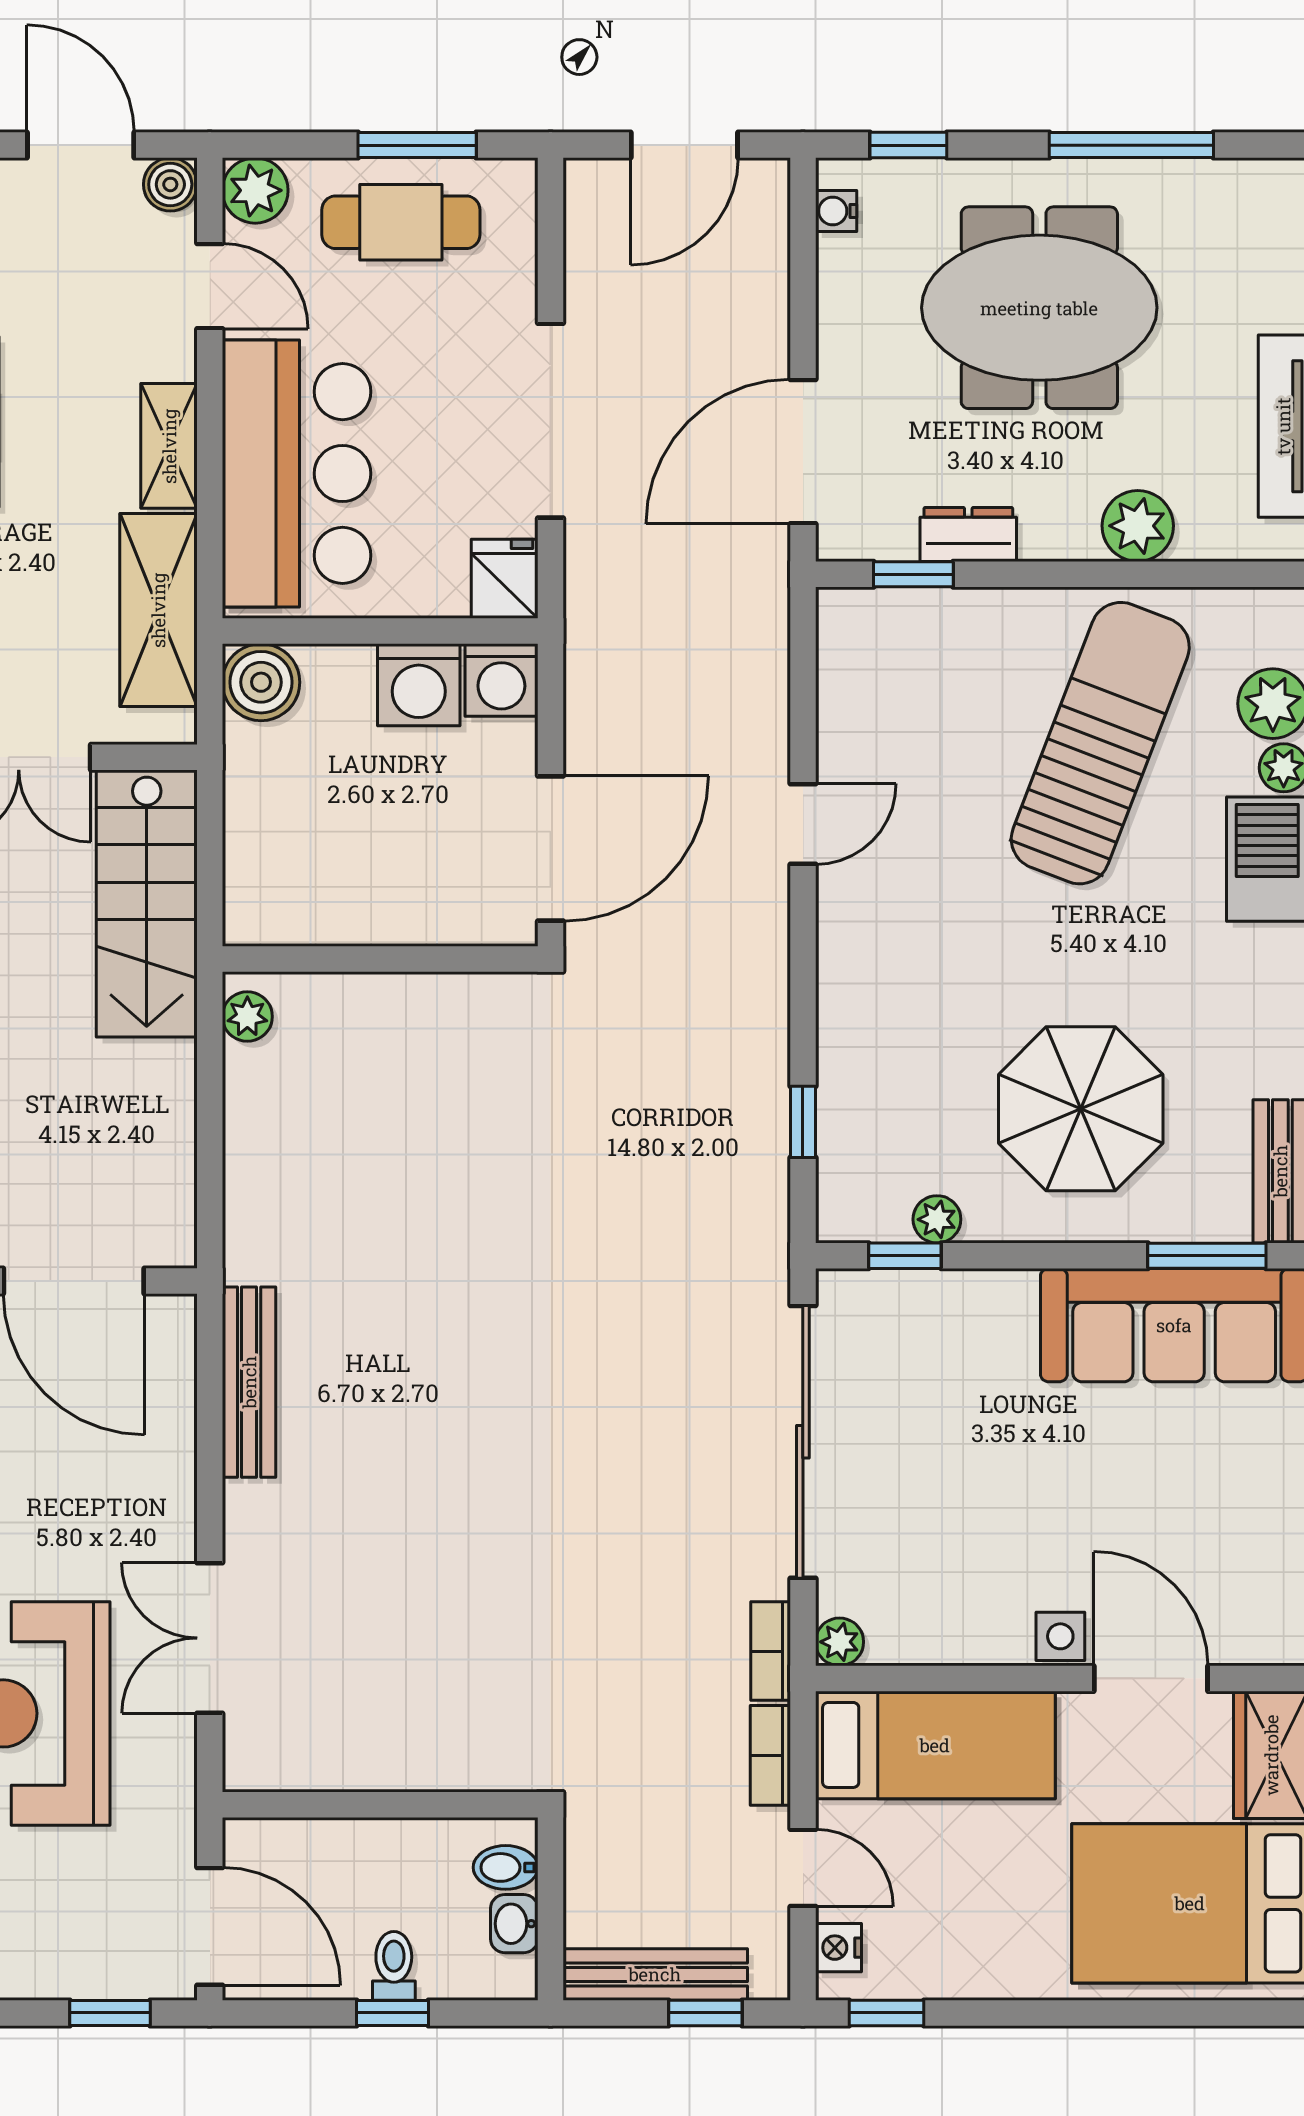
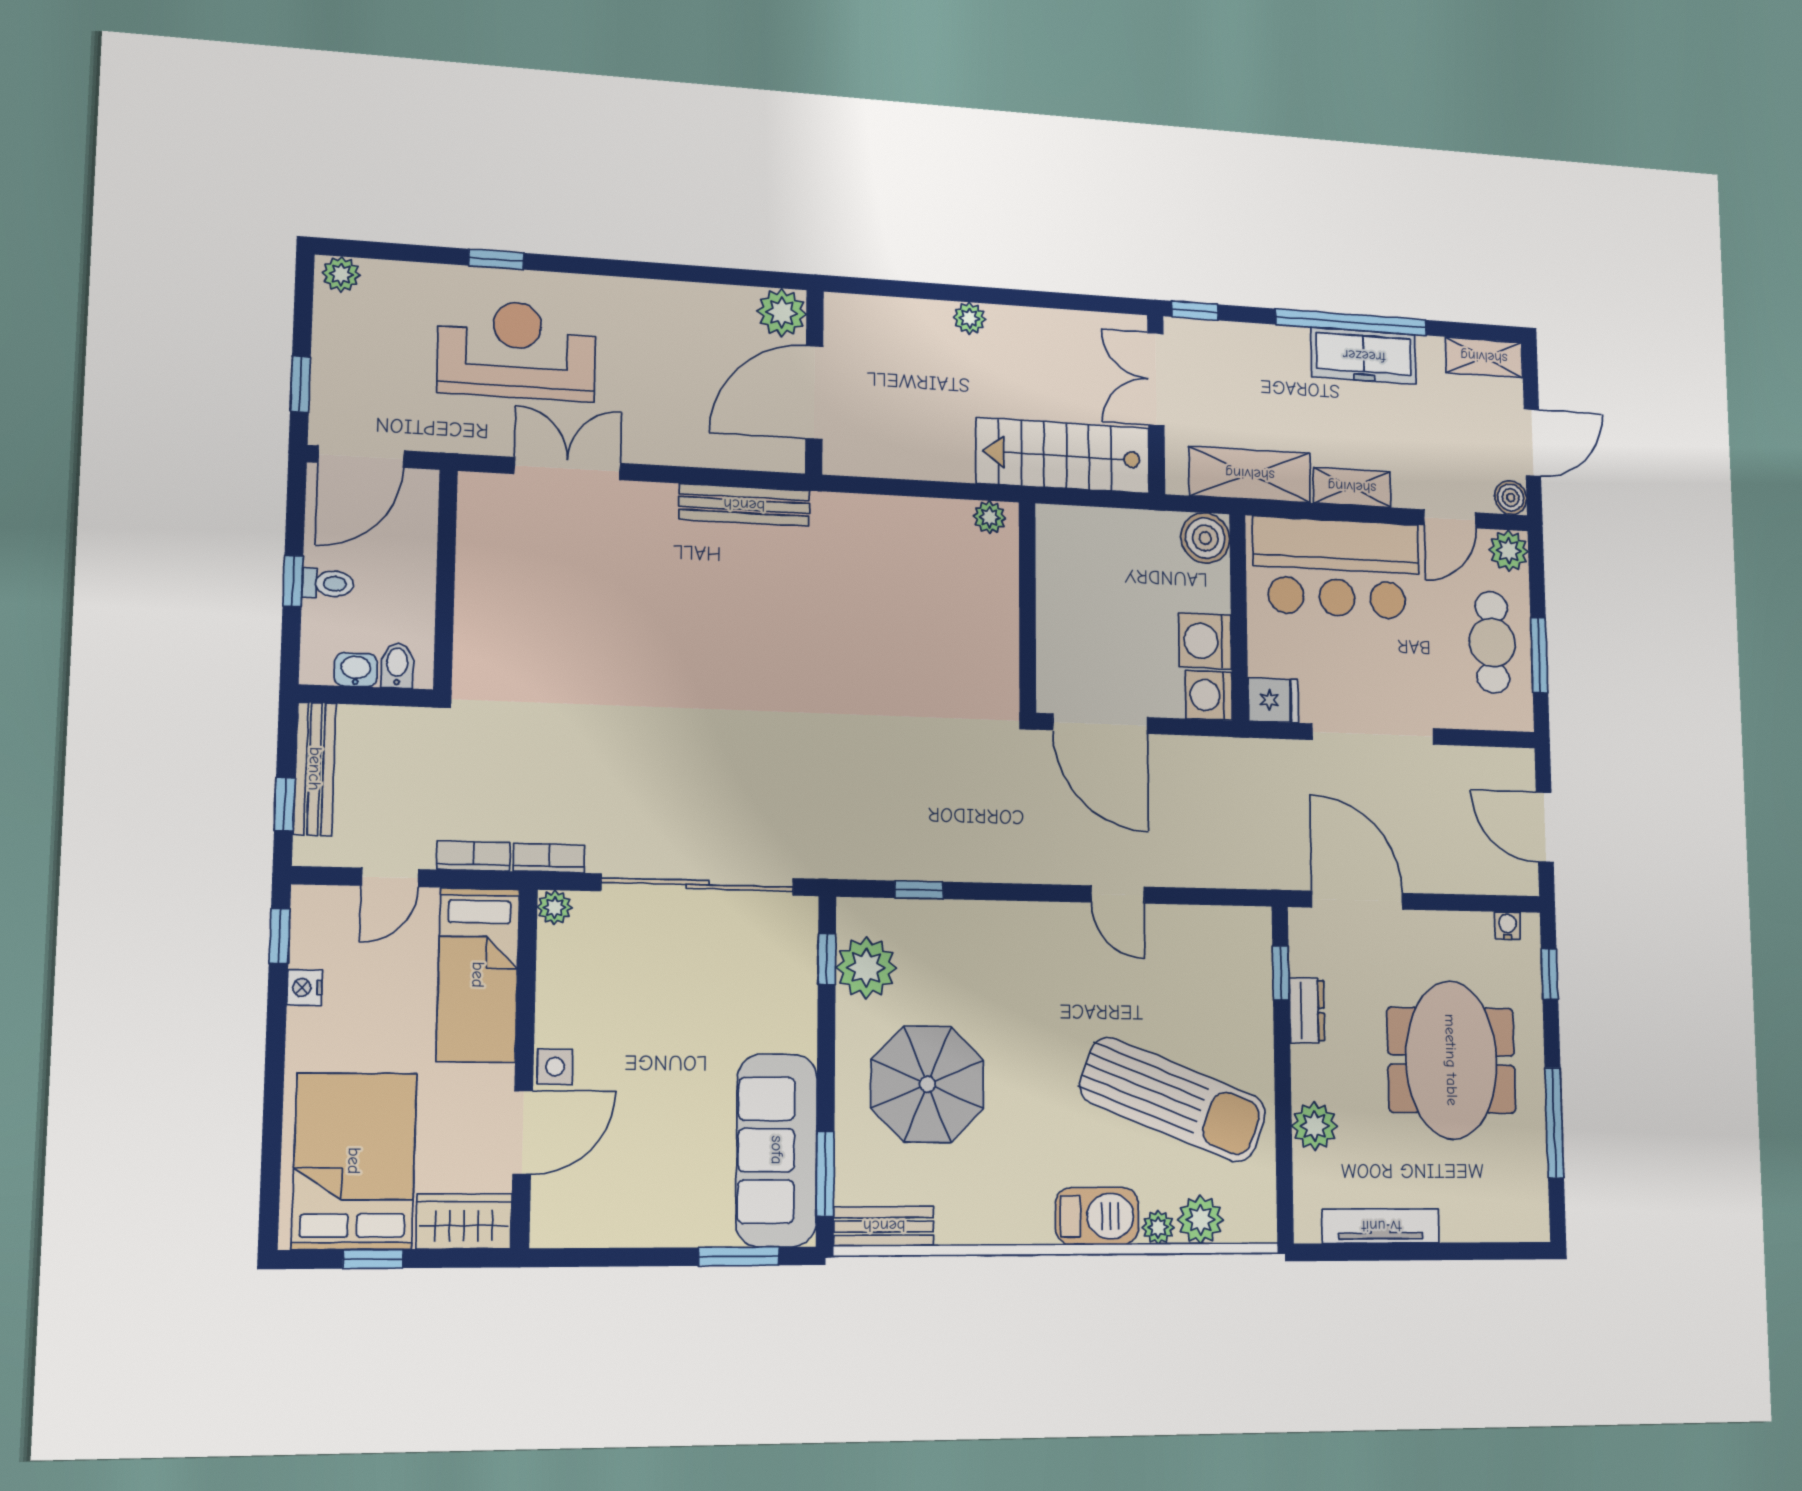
plant: (937, 1219) -> (866, 968), width x1.88, depth x1.88
nightstand: (838, 1948) -> (305, 987), moved, turned -90

